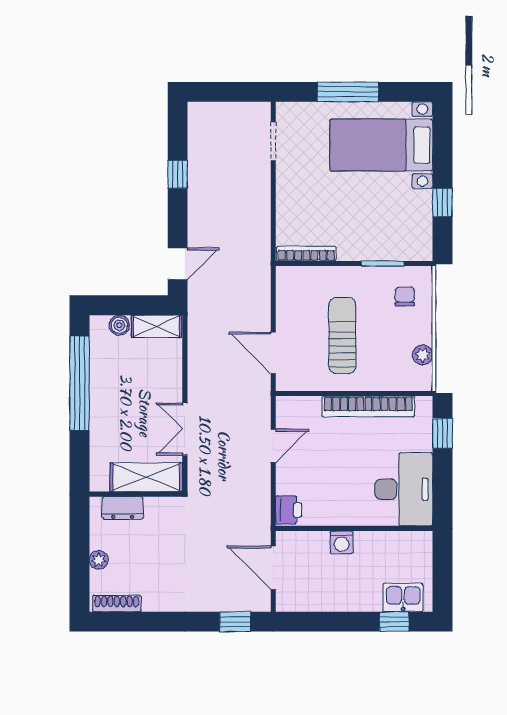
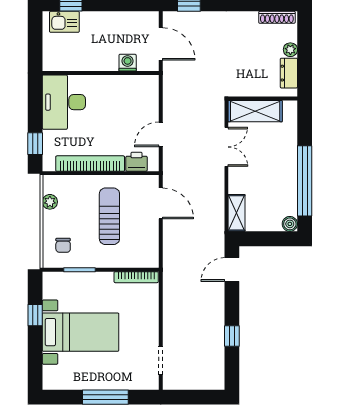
bed with nightstands: (381, 145) -> (81, 332), moved
boiler: (119, 325) -> (290, 224), moved
shelving: (156, 326) -> (236, 213), moved, turned 90
sun lounger: (342, 336) -> (109, 216), turned 180
dresser: (123, 508) -> (289, 73), moved, turned -90
printer: (289, 510) -> (136, 162), moved, turned 90
washing machine: (342, 542) -> (128, 63), moved

